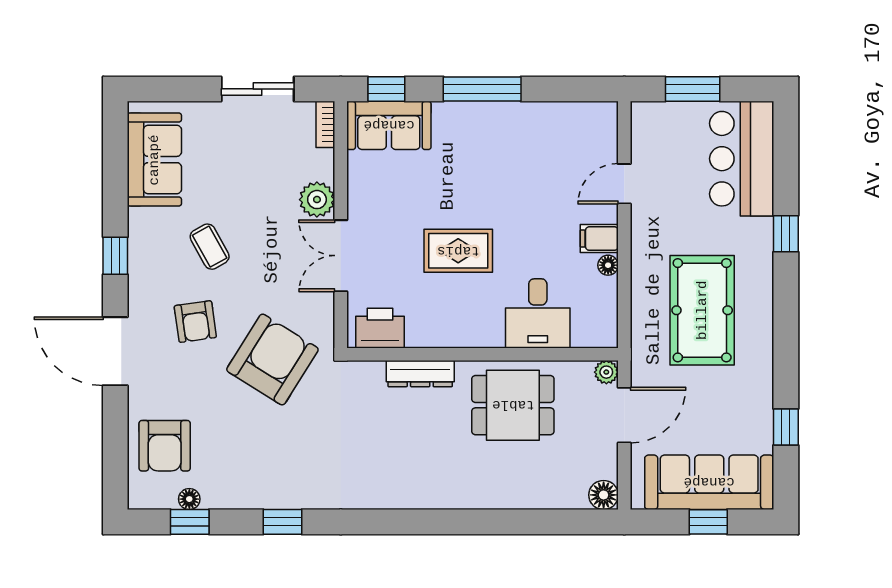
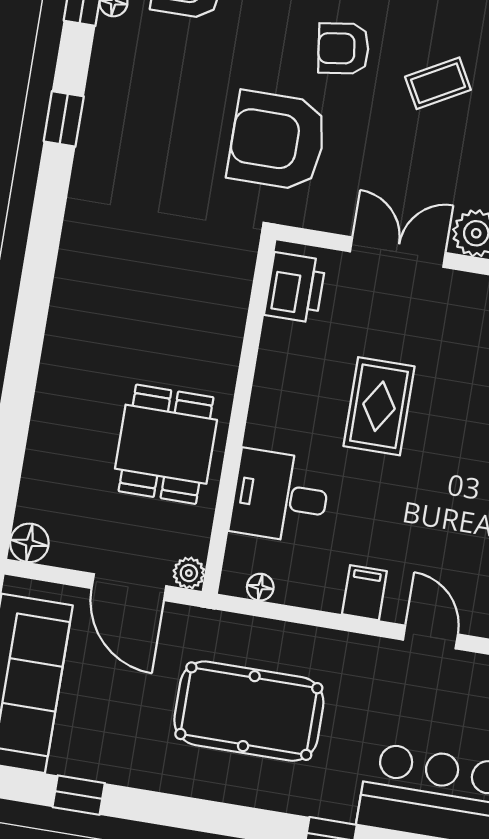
floor lamp: (608, 265) -> (260, 587), moved
armchair: (272, 359) -> (277, 141), turned 148
dresser: (420, 374) -> (227, 330), removed

